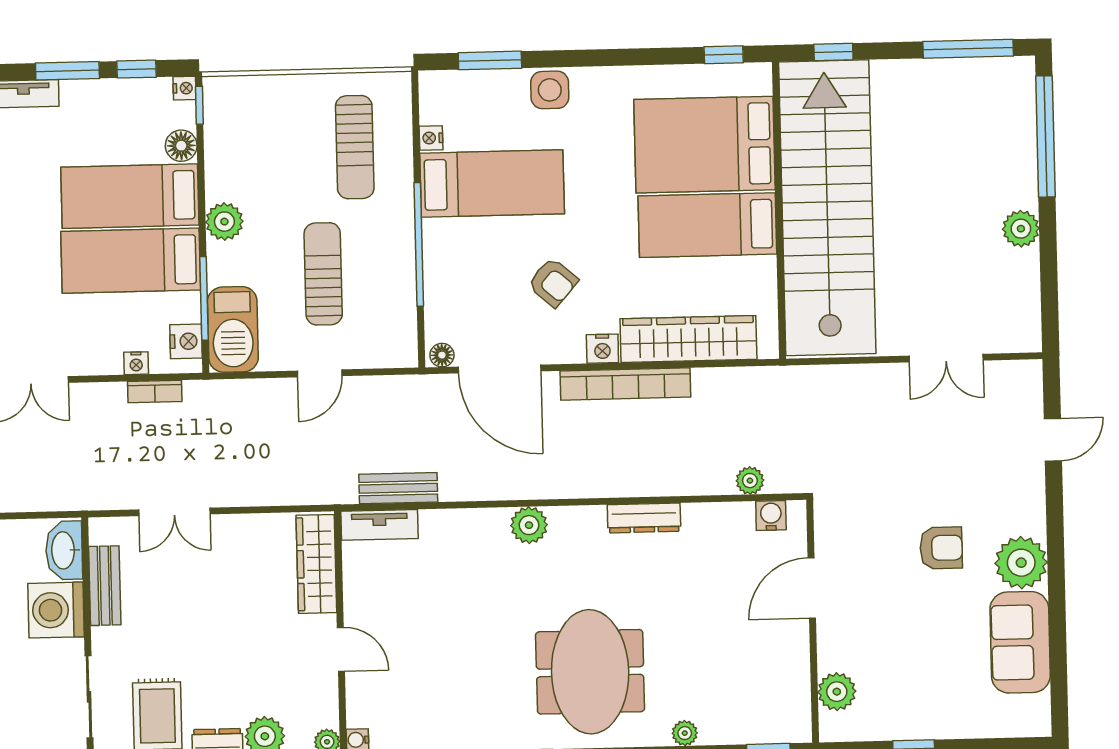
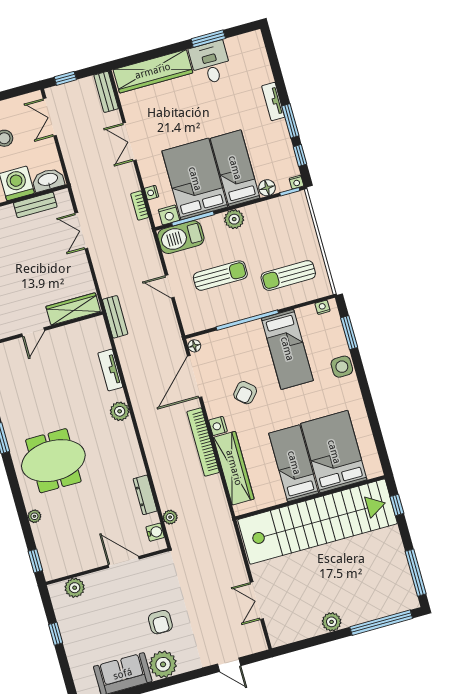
window: (724, 55) -> (382, 450), removed
nightstand: (431, 138) -> (322, 307), moved
bed: (131, 261) -> (195, 179), width x1.50
bench: (398, 488) -> (115, 317), moved
dresser: (644, 518) -> (145, 495), moved
tv unit: (379, 525) -> (110, 370), moved

